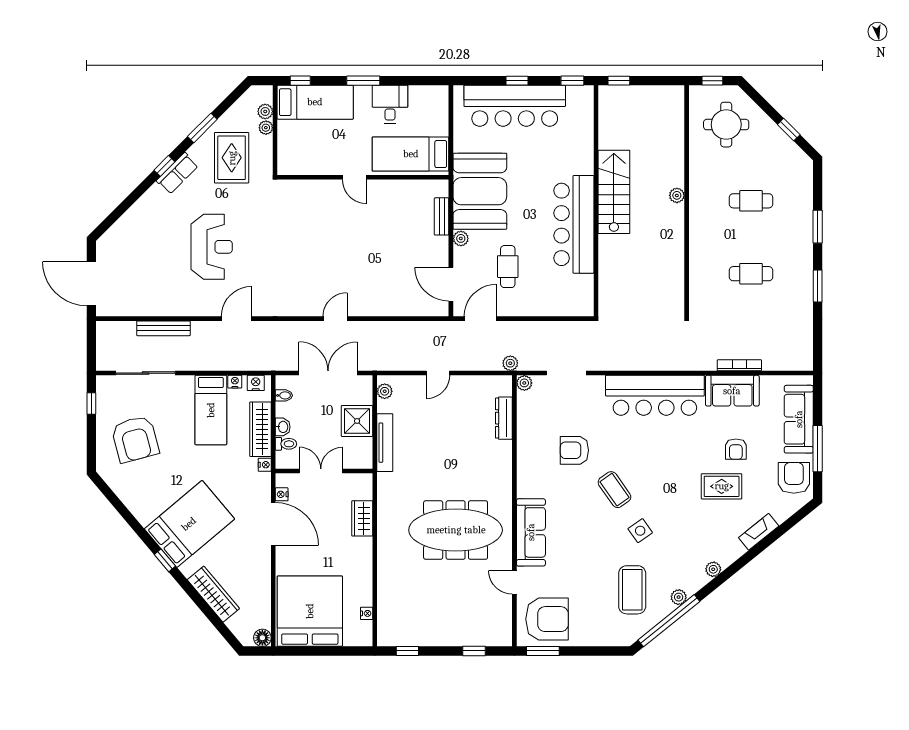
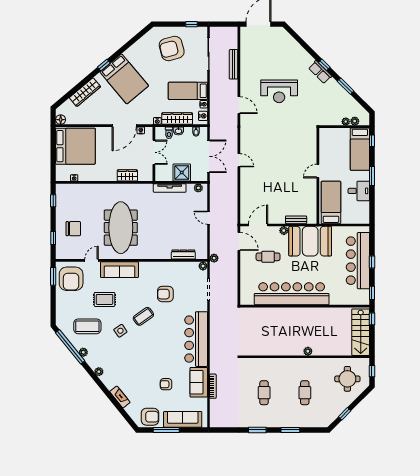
rug: (232, 158) -> (329, 102), removed
stairs: (614, 192) -> (361, 332), moved, turned 90
bar counter: (574, 224) -> (292, 294), width x1.36
armchair: (574, 450) -> (165, 294), turned -90
rug: (722, 486) -> (104, 299), moved, turned 90
chair: (457, 615) -> (73, 229), added

